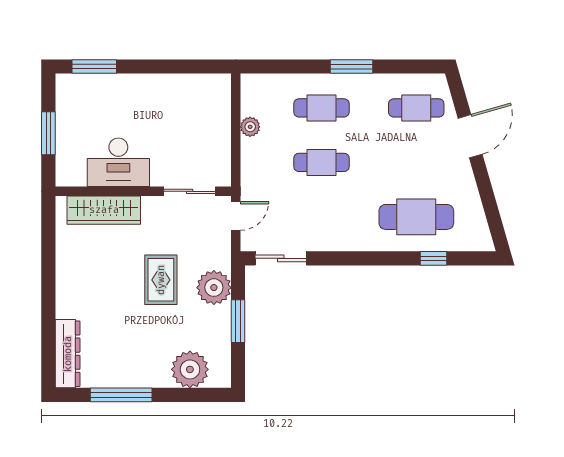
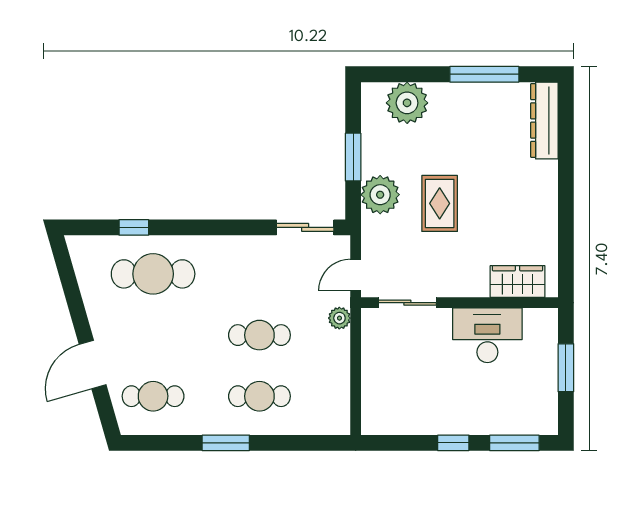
window: (149, 66) -> (453, 443), added
plant: (250, 127) -> (339, 318), moved
wardrobe: (104, 210) -> (518, 282), width x0.67

